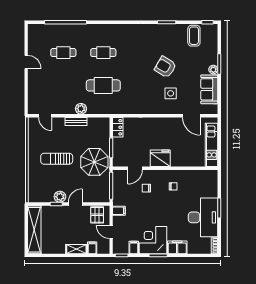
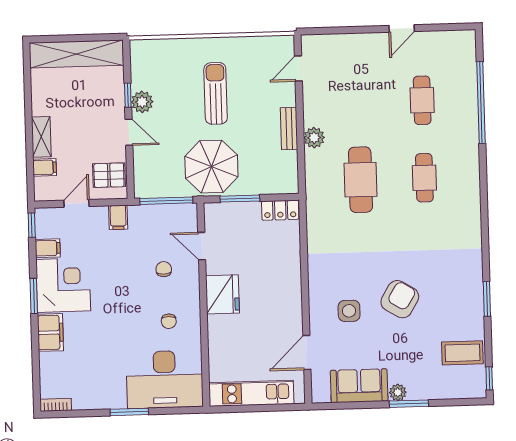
desk: (203, 217) -> (165, 379), moved

